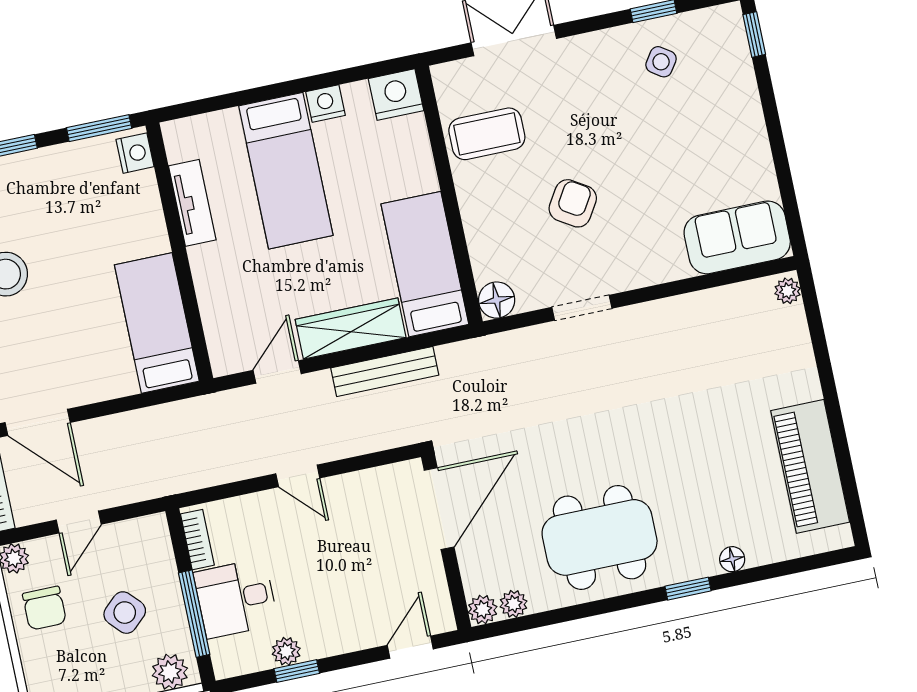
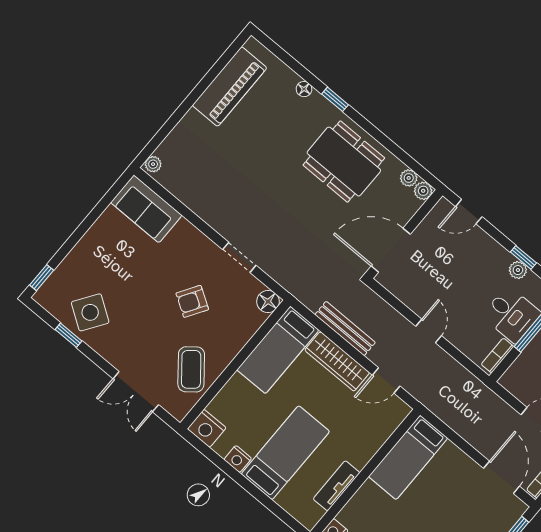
side table: (661, 62) -> (90, 312), width x1.87, depth x1.87
coffee table: (487, 134) -> (191, 369), turned 51

